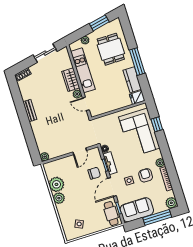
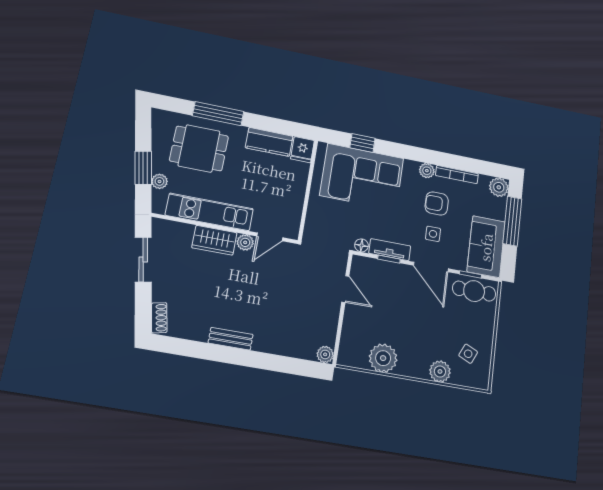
window: (99, 23) -> (143, 168), moved
window: (137, 62) -> (218, 114), moved
chair: (94, 173) -> (394, 284), removed
plant: (59, 198) -> (440, 371), moved

